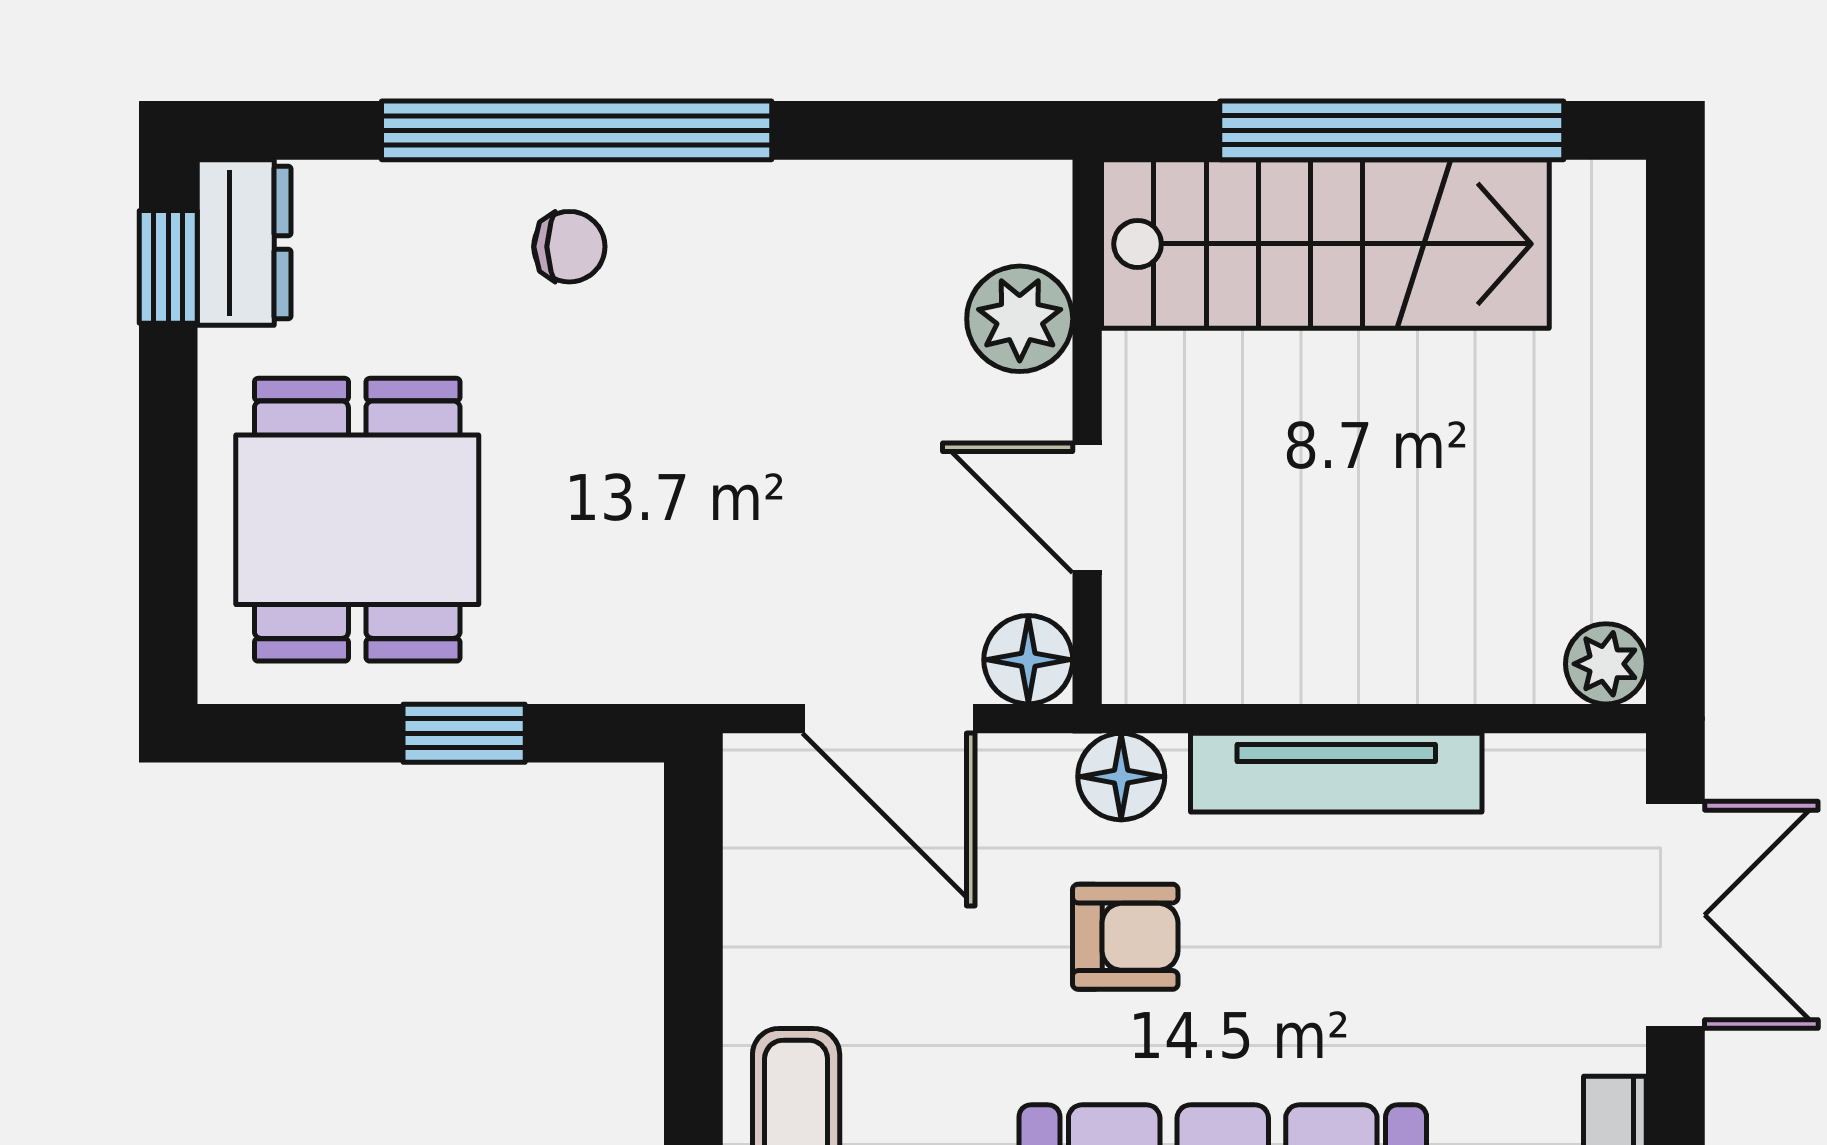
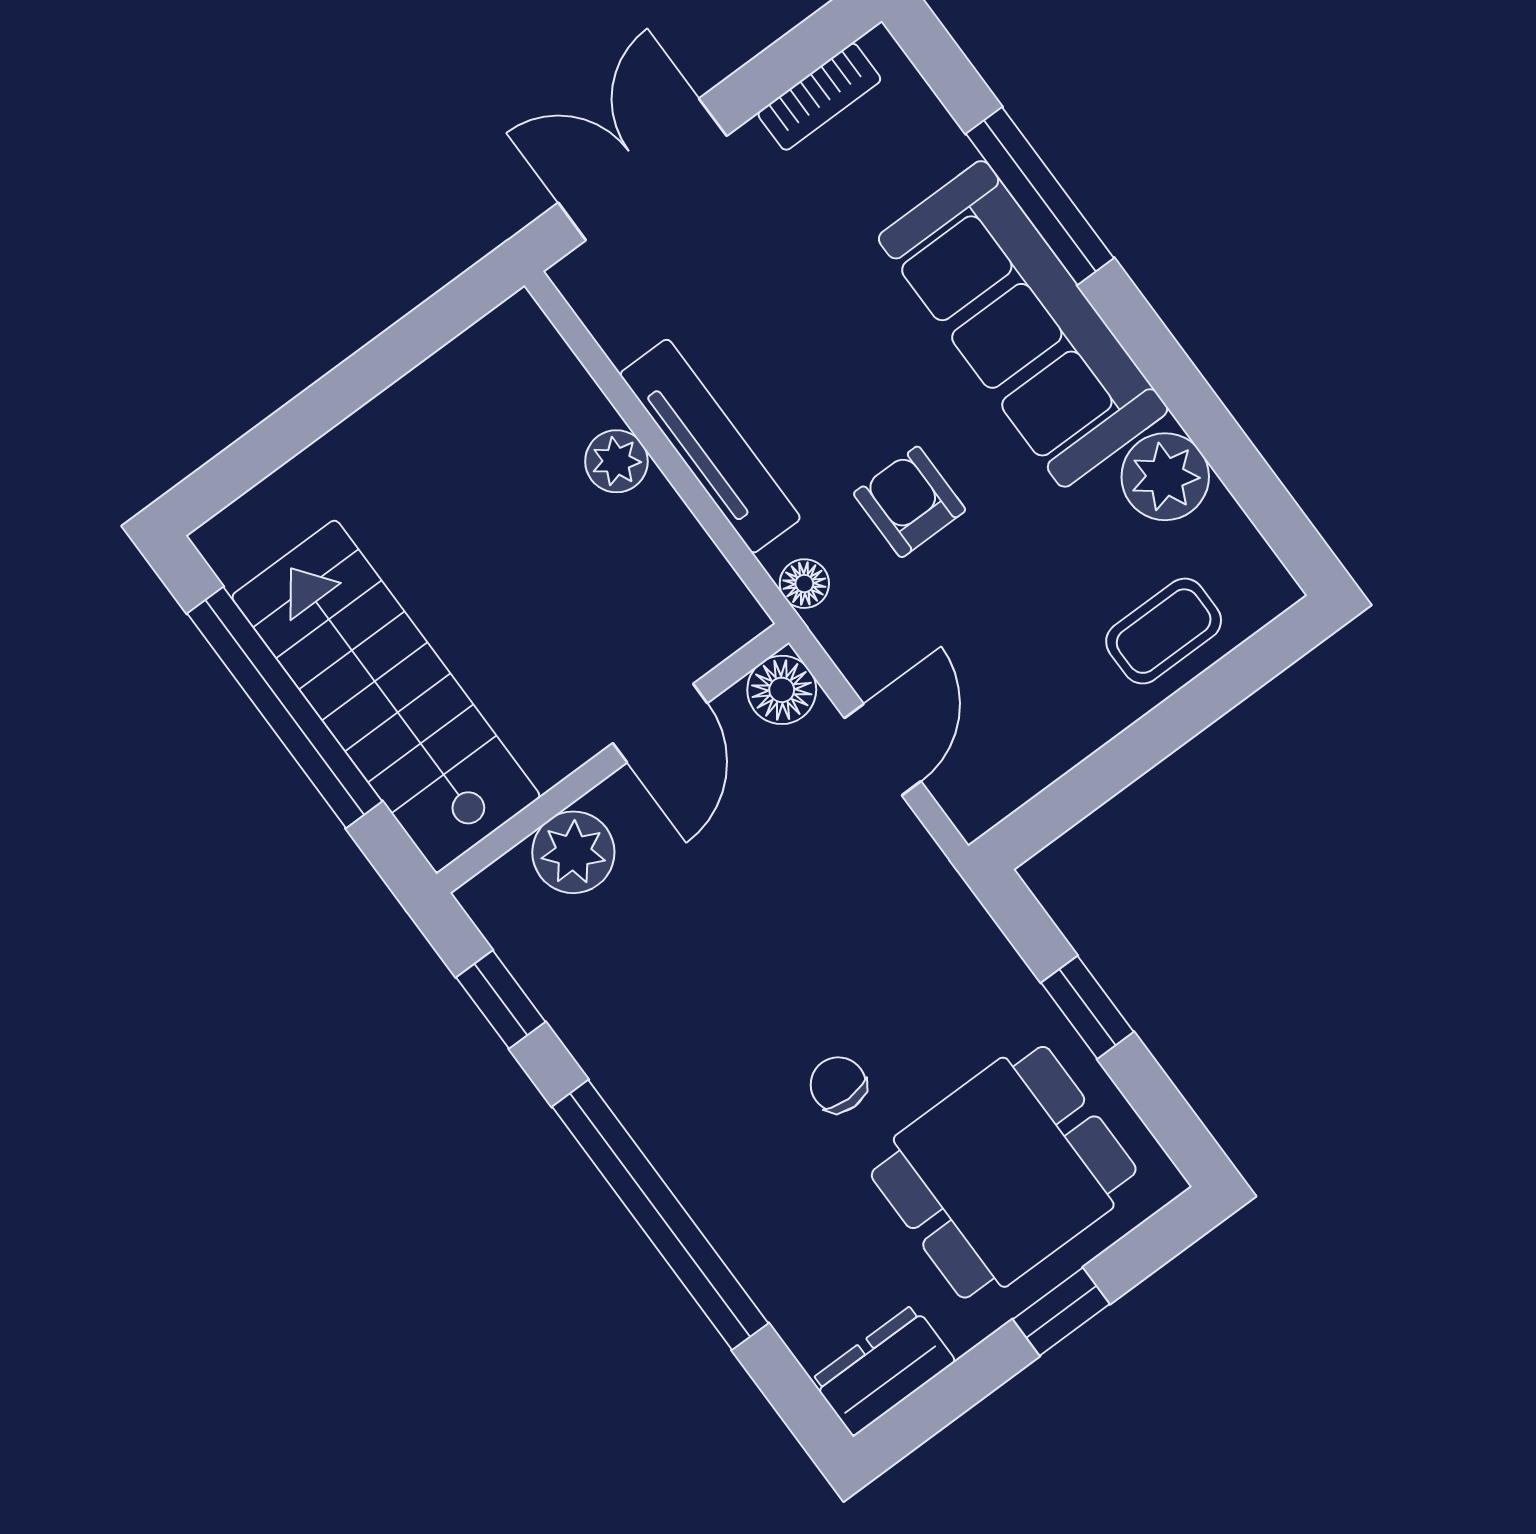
window: (923, 130) -> (501, 1000), added
chair: (569, 247) -> (838, 1085), moved
window: (168, 267) -> (1061, 1312), moved
plant: (1606, 664) -> (616, 461), moved
door: (889, 719) -> (883, 750), width x0.73
floor lamp: (1121, 777) -> (804, 584), width x0.73, depth x0.73

